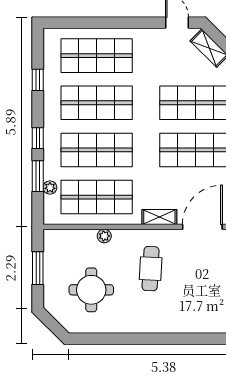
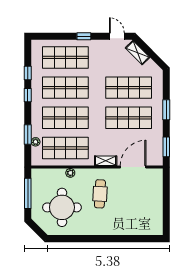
window: (125, 23) -> (84, 36), added
window: (38, 138) -> (28, 95), moved
window: (38, 268) -> (28, 193), width x1.44
round table: (91, 290) -> (62, 207), width x1.36, depth x1.36

